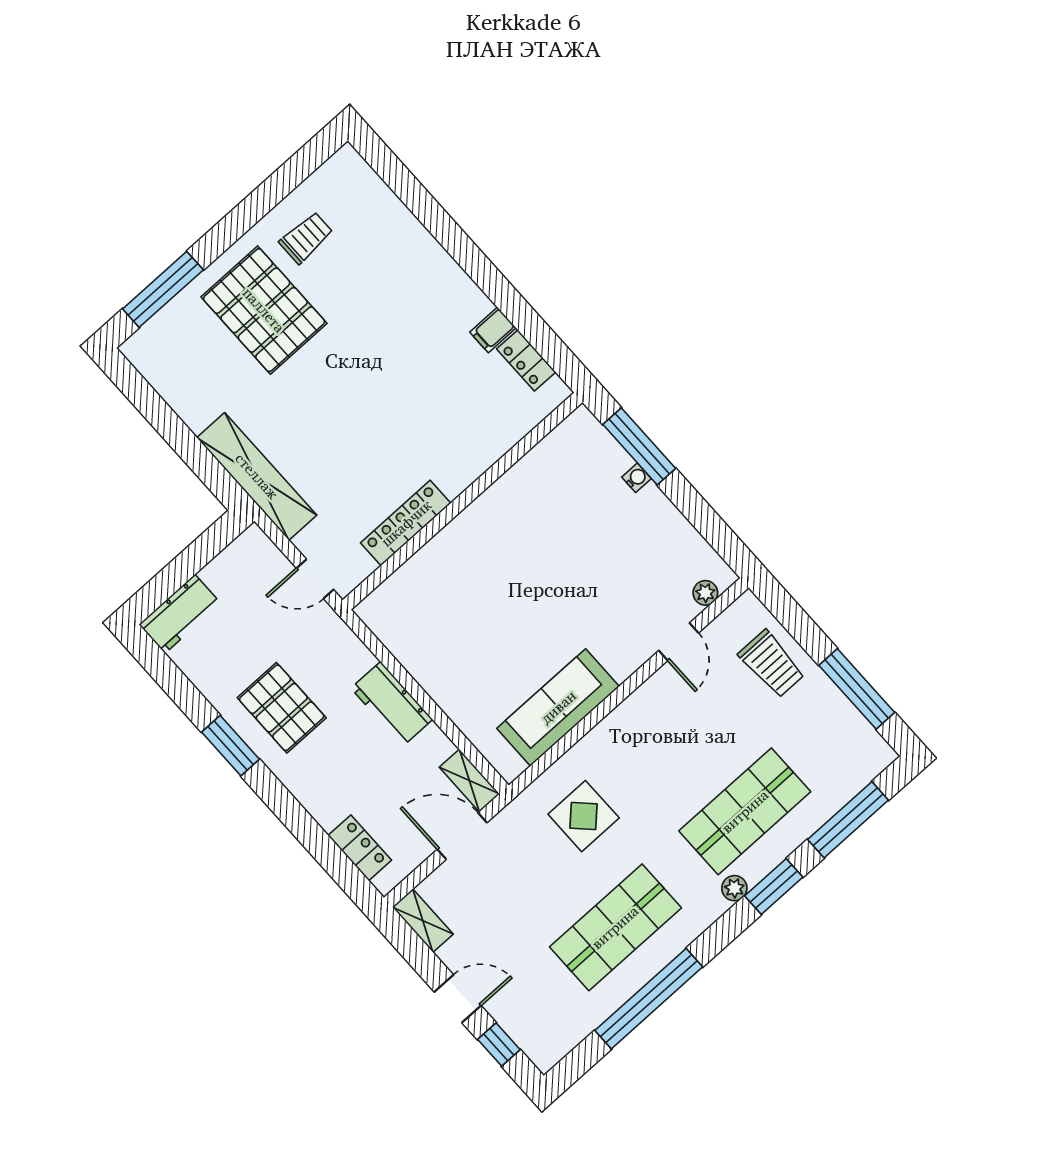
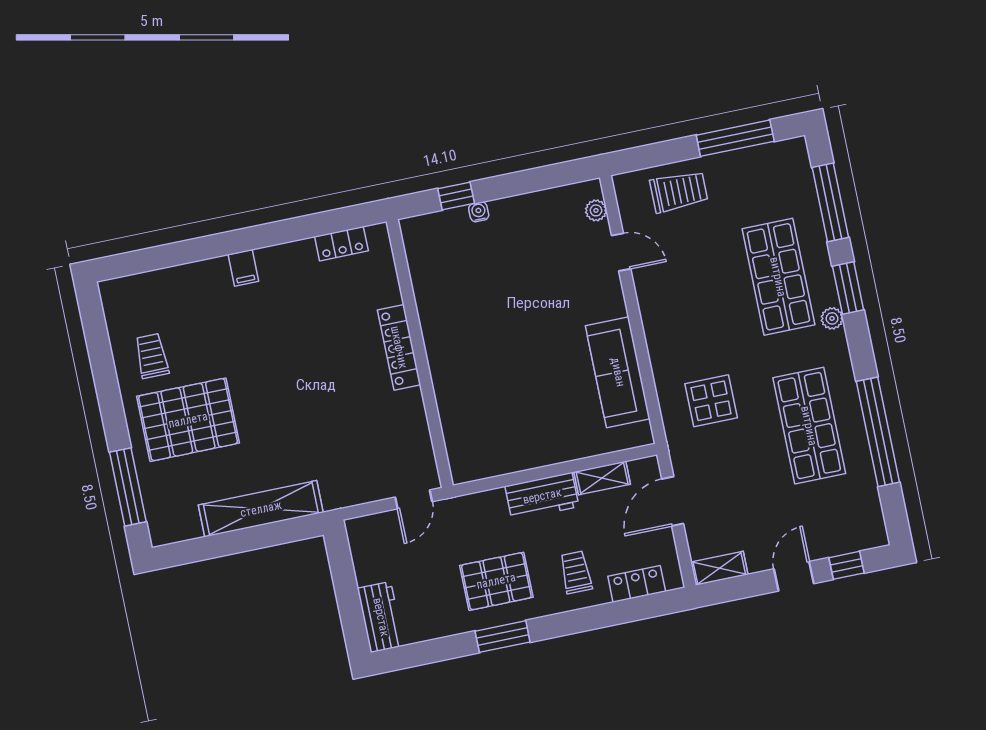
filing cabinet: (493, 330) -> (243, 268), moved
window: (639, 446) -> (456, 196), width x0.46
shelving: (257, 476) -> (261, 509), moved
locker: (406, 523) -> (399, 347), moved
trolley: (336, 781) -> (576, 572), added
shelving: (469, 781) -> (602, 478), moved

